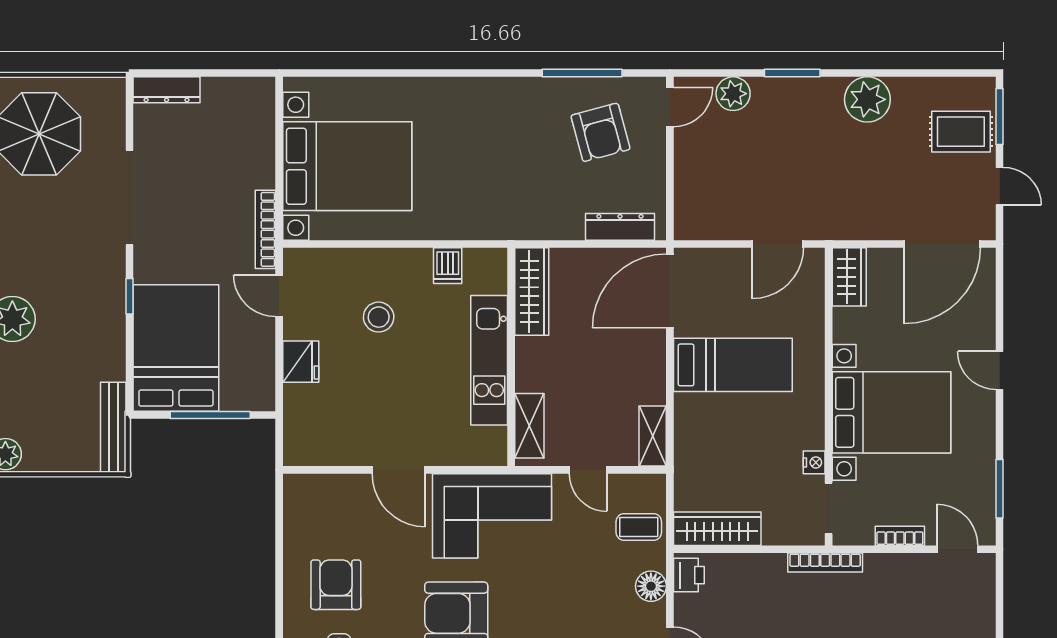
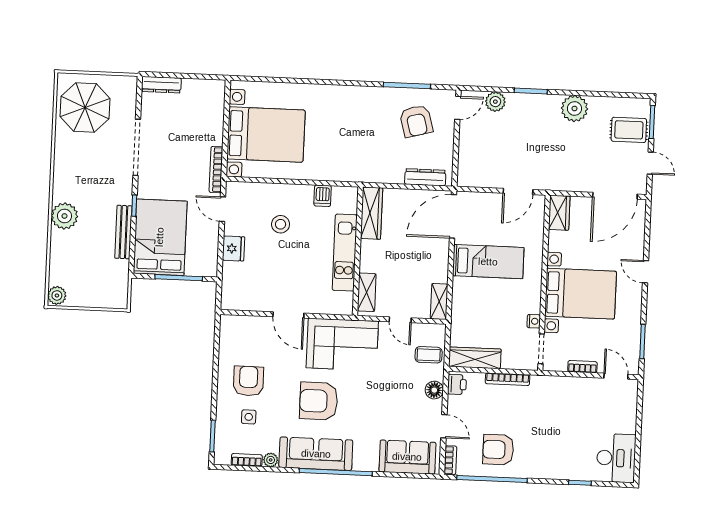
bench: (113, 427) -> (123, 232), moved
bookcase: (825, 562) -> (508, 379), moved

